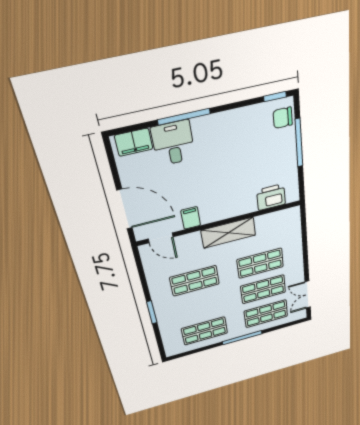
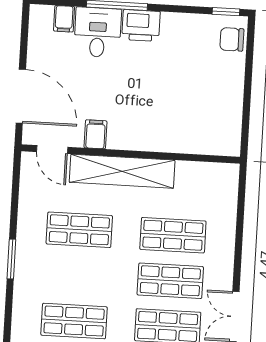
filing cabinet: (134, 142) -> (64, 19), width x0.50
window: (299, 143) -> (248, 77), removed
printer: (271, 197) -> (141, 25), moved, turned 180
shelving: (228, 233) -> (122, 171), width x1.47

